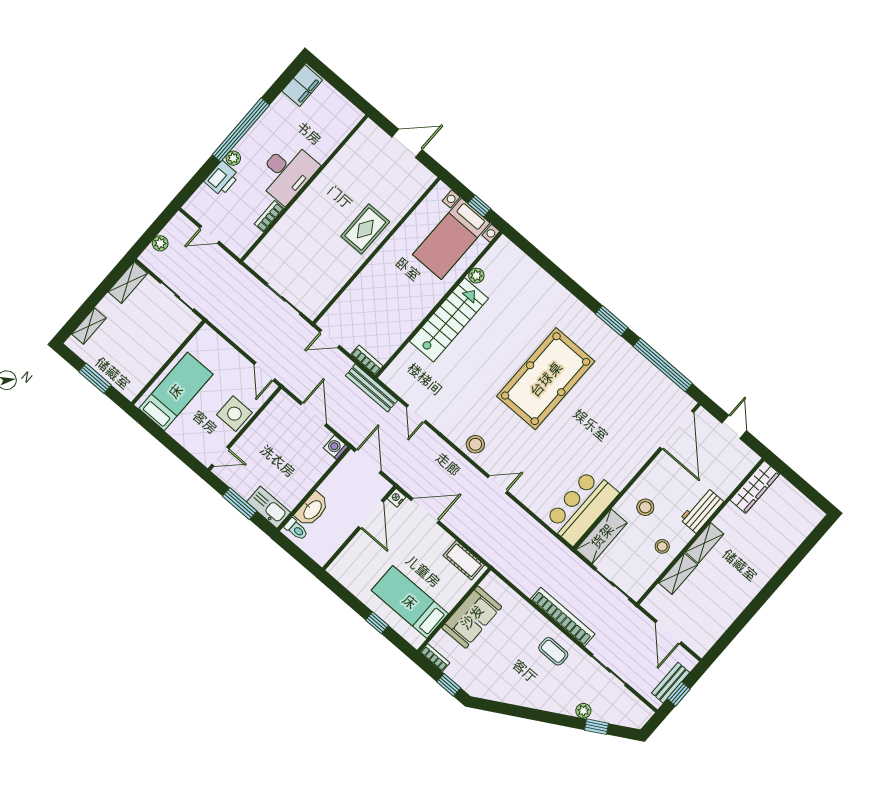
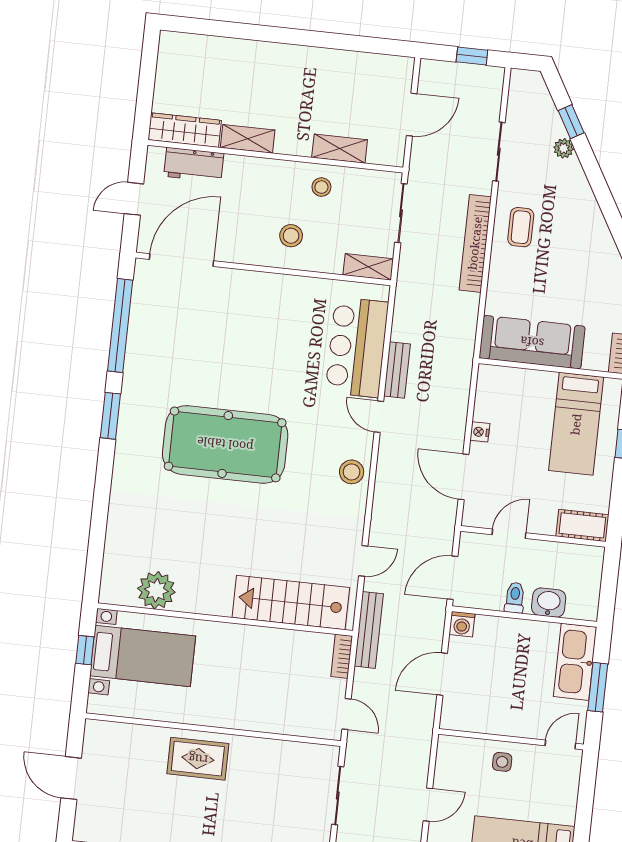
plant: (476, 276) -> (156, 590), width x1.87, depth x1.87
stairs: (449, 320) -> (291, 603), moved
door: (264, 372) -> (428, 805), moved
side table: (234, 414) -> (502, 762), width x0.54, depth x0.54
door: (220, 457) -> (560, 745), hinge flipped
nightstand: (397, 498) -> (480, 432), moved, turned 90
kitchen sink: (269, 507) -> (575, 662), width x1.36, depth x1.24
bar counter: (581, 507) -> (357, 347), moved, turned 90
washbasin: (312, 509) -> (549, 603), width x0.72
workbench: (702, 510) -> (194, 165), moved
door: (371, 514) -> (509, 534), width x0.73
toilet: (296, 529) -> (515, 598), moved
shelving: (602, 536) -> (368, 267), width x0.67, depth x0.75
shelving: (705, 543) -> (248, 139), moved
cot: (464, 560) -> (582, 525), moved, turned 90
sofa: (472, 617) -> (532, 342), width x1.36
bench: (671, 683) -> (397, 370), moved, turned 90

